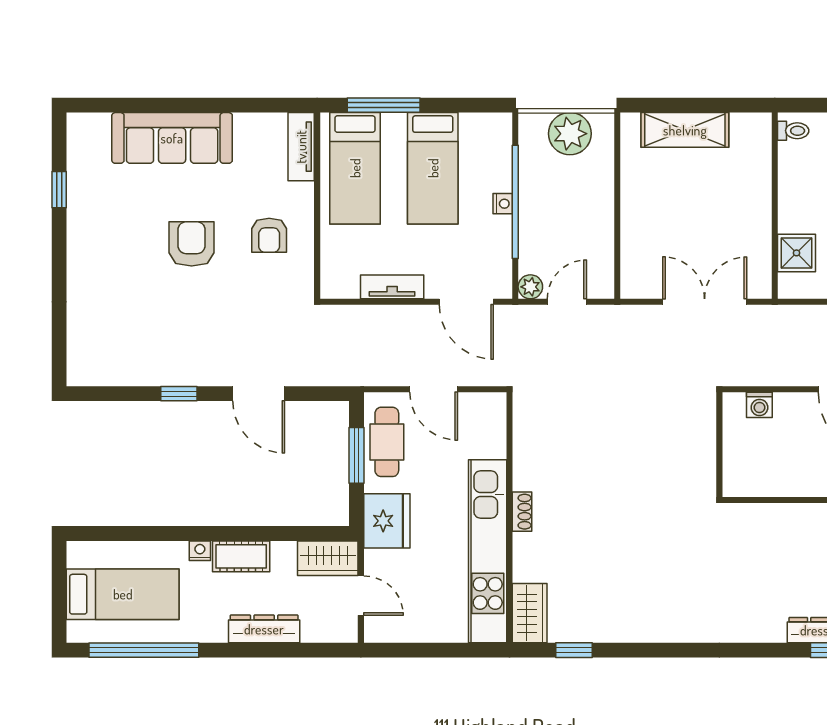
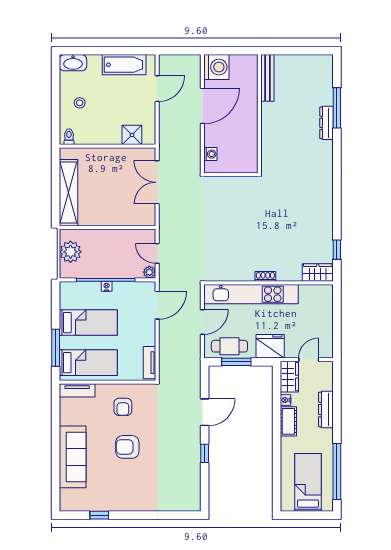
shelving: (685, 130) -> (68, 193), width x1.47
armchair: (269, 235) -> (123, 407), turned 90
tv unit: (392, 287) -> (149, 363), moved
nightstand: (200, 551) -> (286, 400), moved
kitchen unit: (488, 551) -> (251, 294), moved

